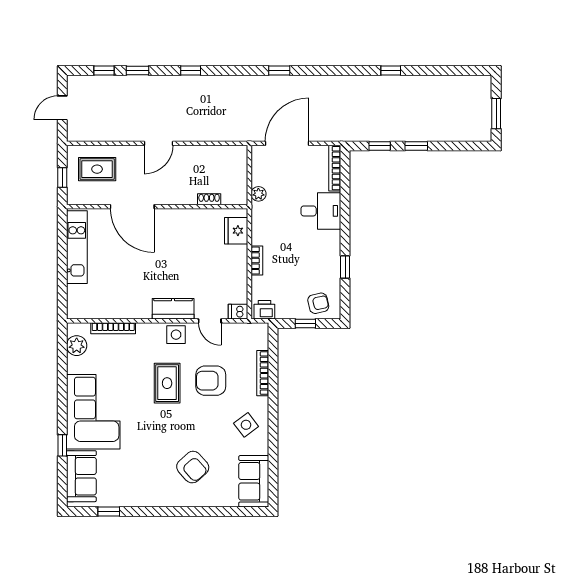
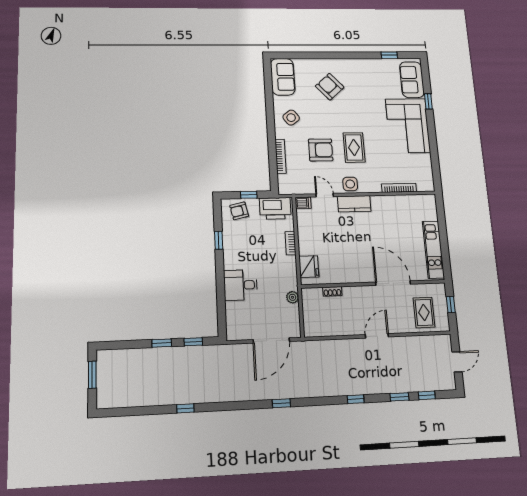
bookcase: (335, 168) -> (230, 321), removed
rug: (97, 169) -> (424, 312), turned 90
printer: (264, 310) -> (275, 208), width x1.87, depth x1.48
plant: (77, 346) -> (425, 174), removed

